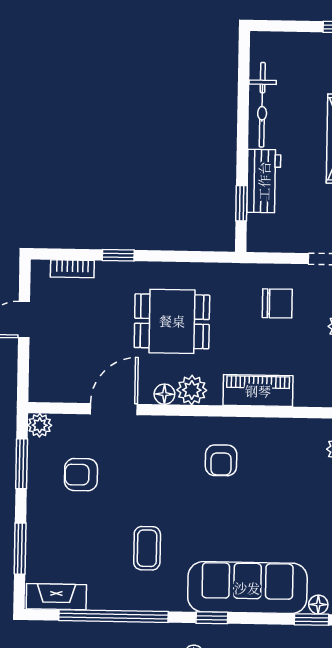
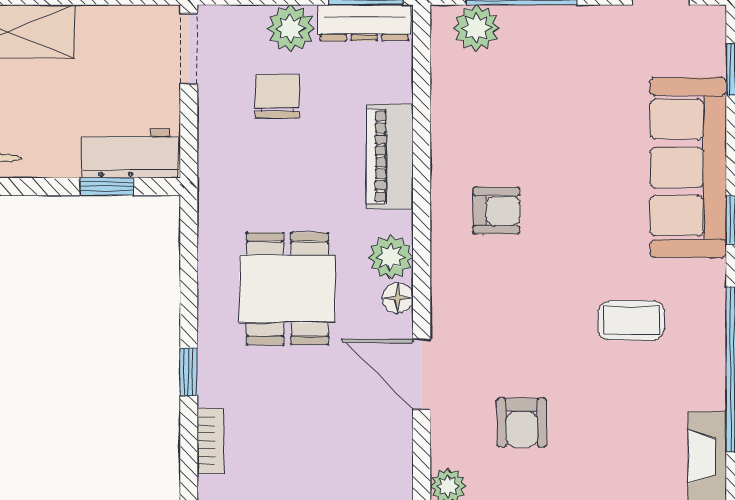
workbench: (264, 181) -> (130, 153), moved
chair: (277, 303) -> (277, 97), moved
floor lamp: (318, 605) -> (712, 60), removed

